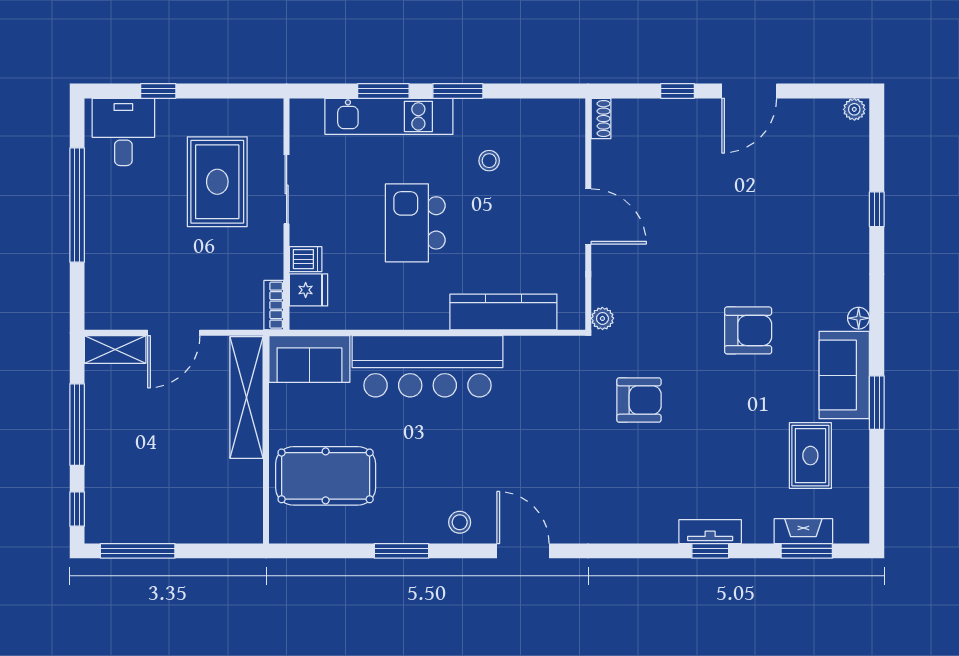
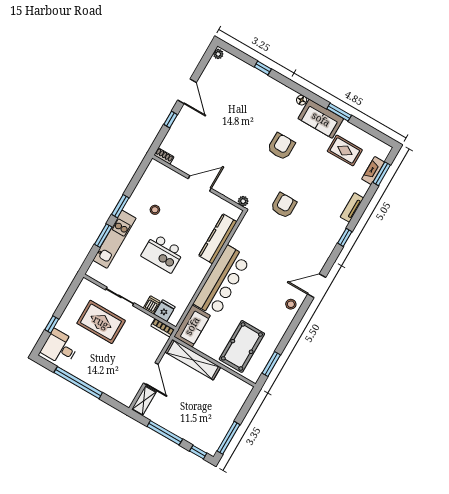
window: (401, 551) -> (271, 364), moved
window: (710, 551) -> (345, 237), moved

